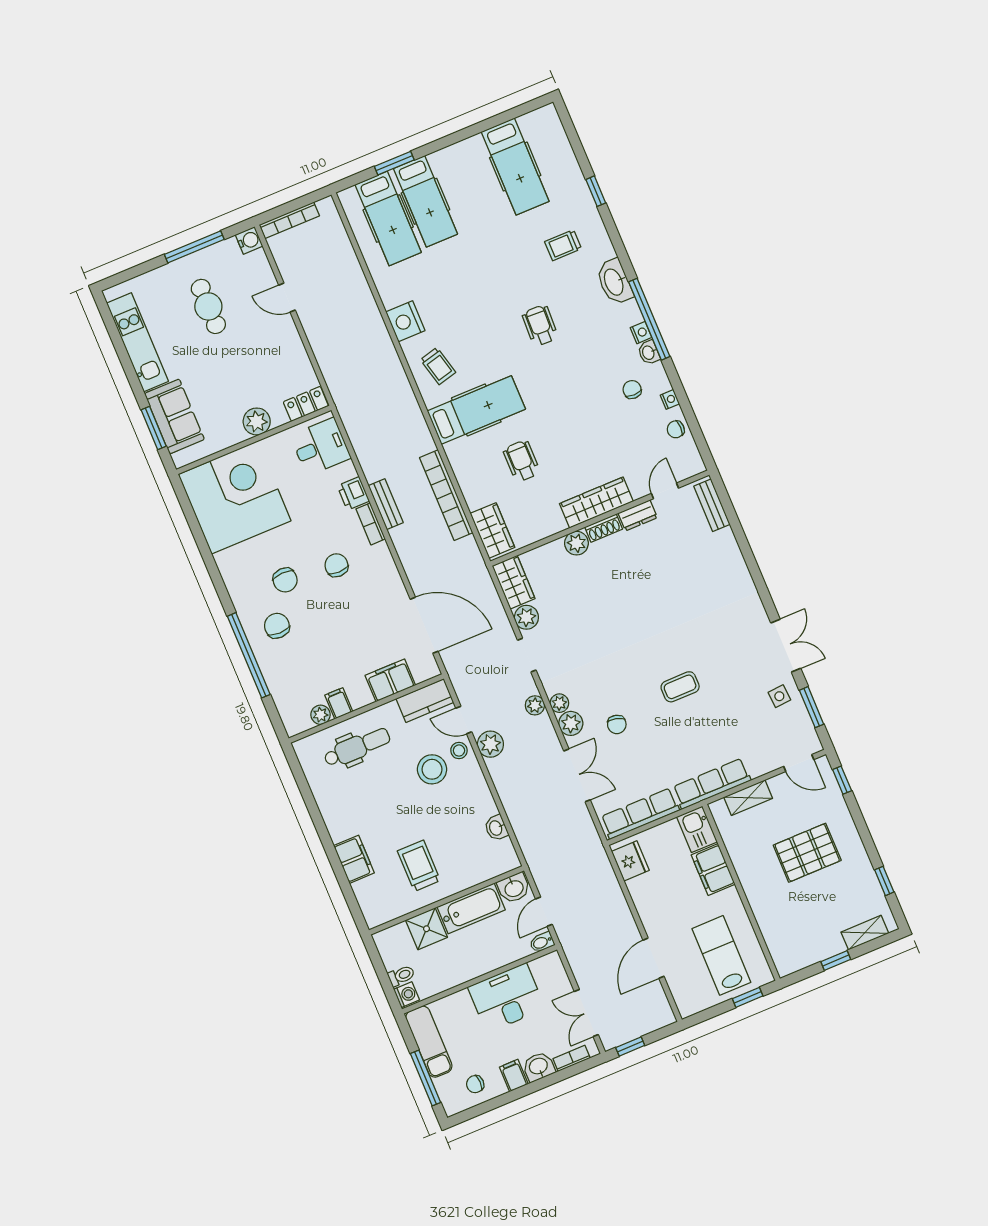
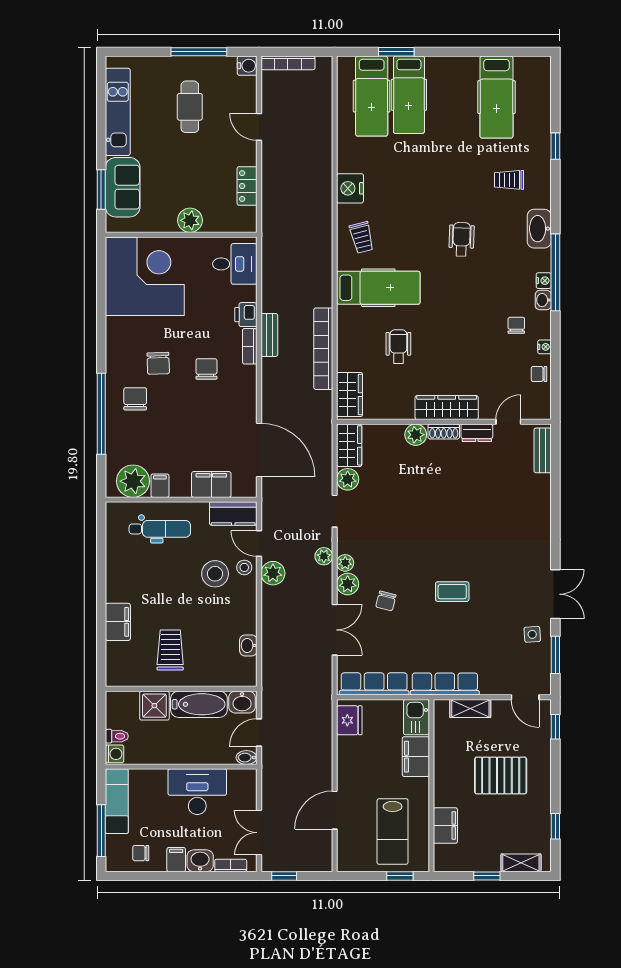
locker: (306, 404) -> (247, 186), moved, turned -90
plant: (321, 715) -> (133, 481), width x1.87, depth x1.87
filing cabinet: (772, 927) -> (445, 825), added
lab bench: (721, 955) -> (393, 832), turned 180

